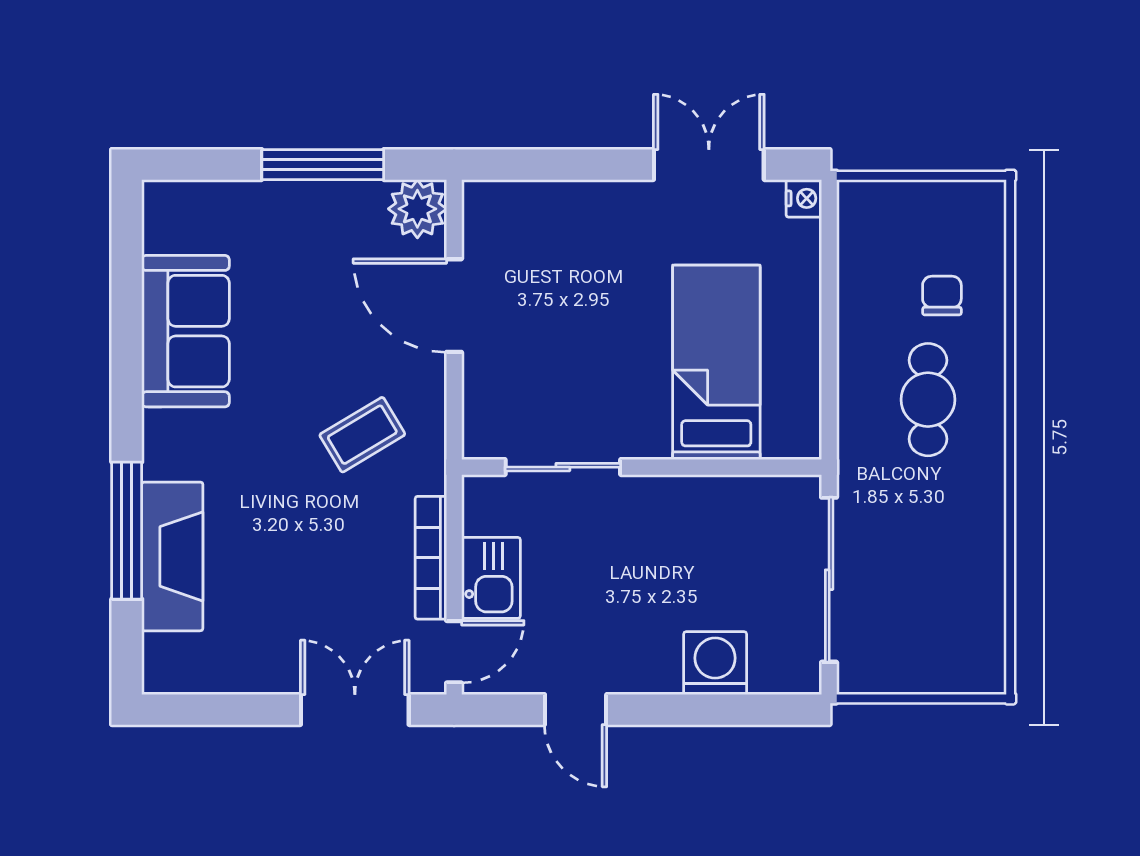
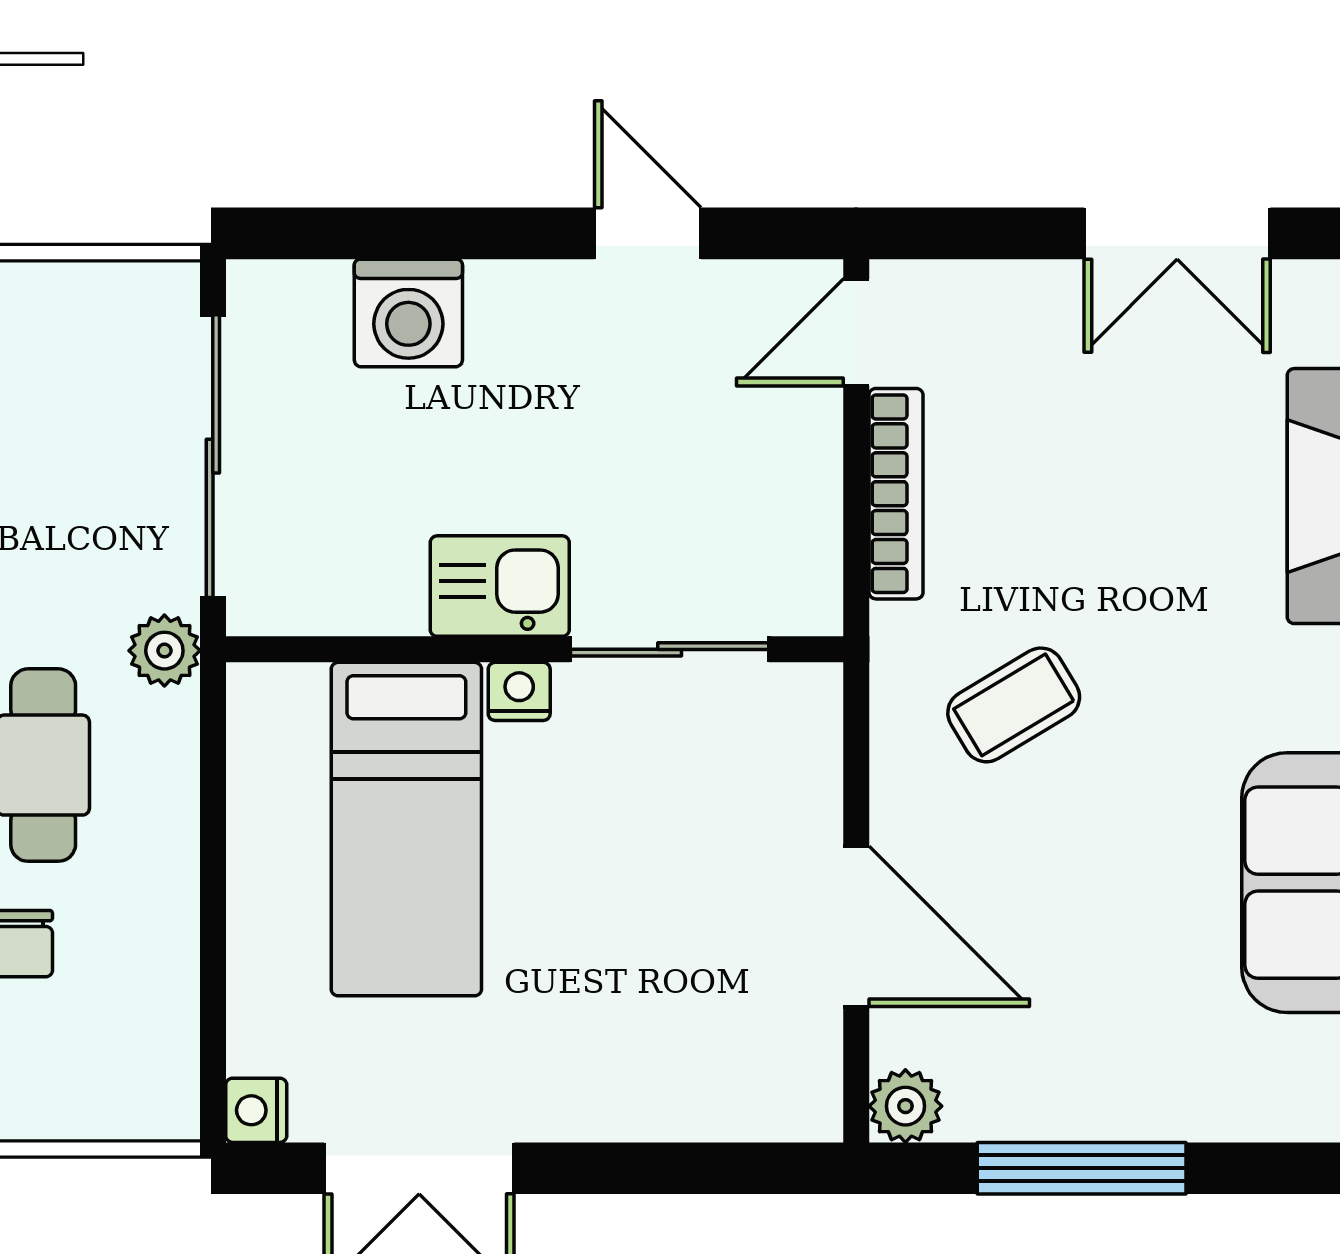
plant: (417, 209) -> (905, 1106), width x0.73, depth x0.73
nightstand: (651, 443) -> (519, 691), added
plant: (857, 466) -> (164, 651), added
kitchen sink: (491, 578) -> (500, 586), moved, turned 90
double door: (355, 710) -> (1177, 233), moved

